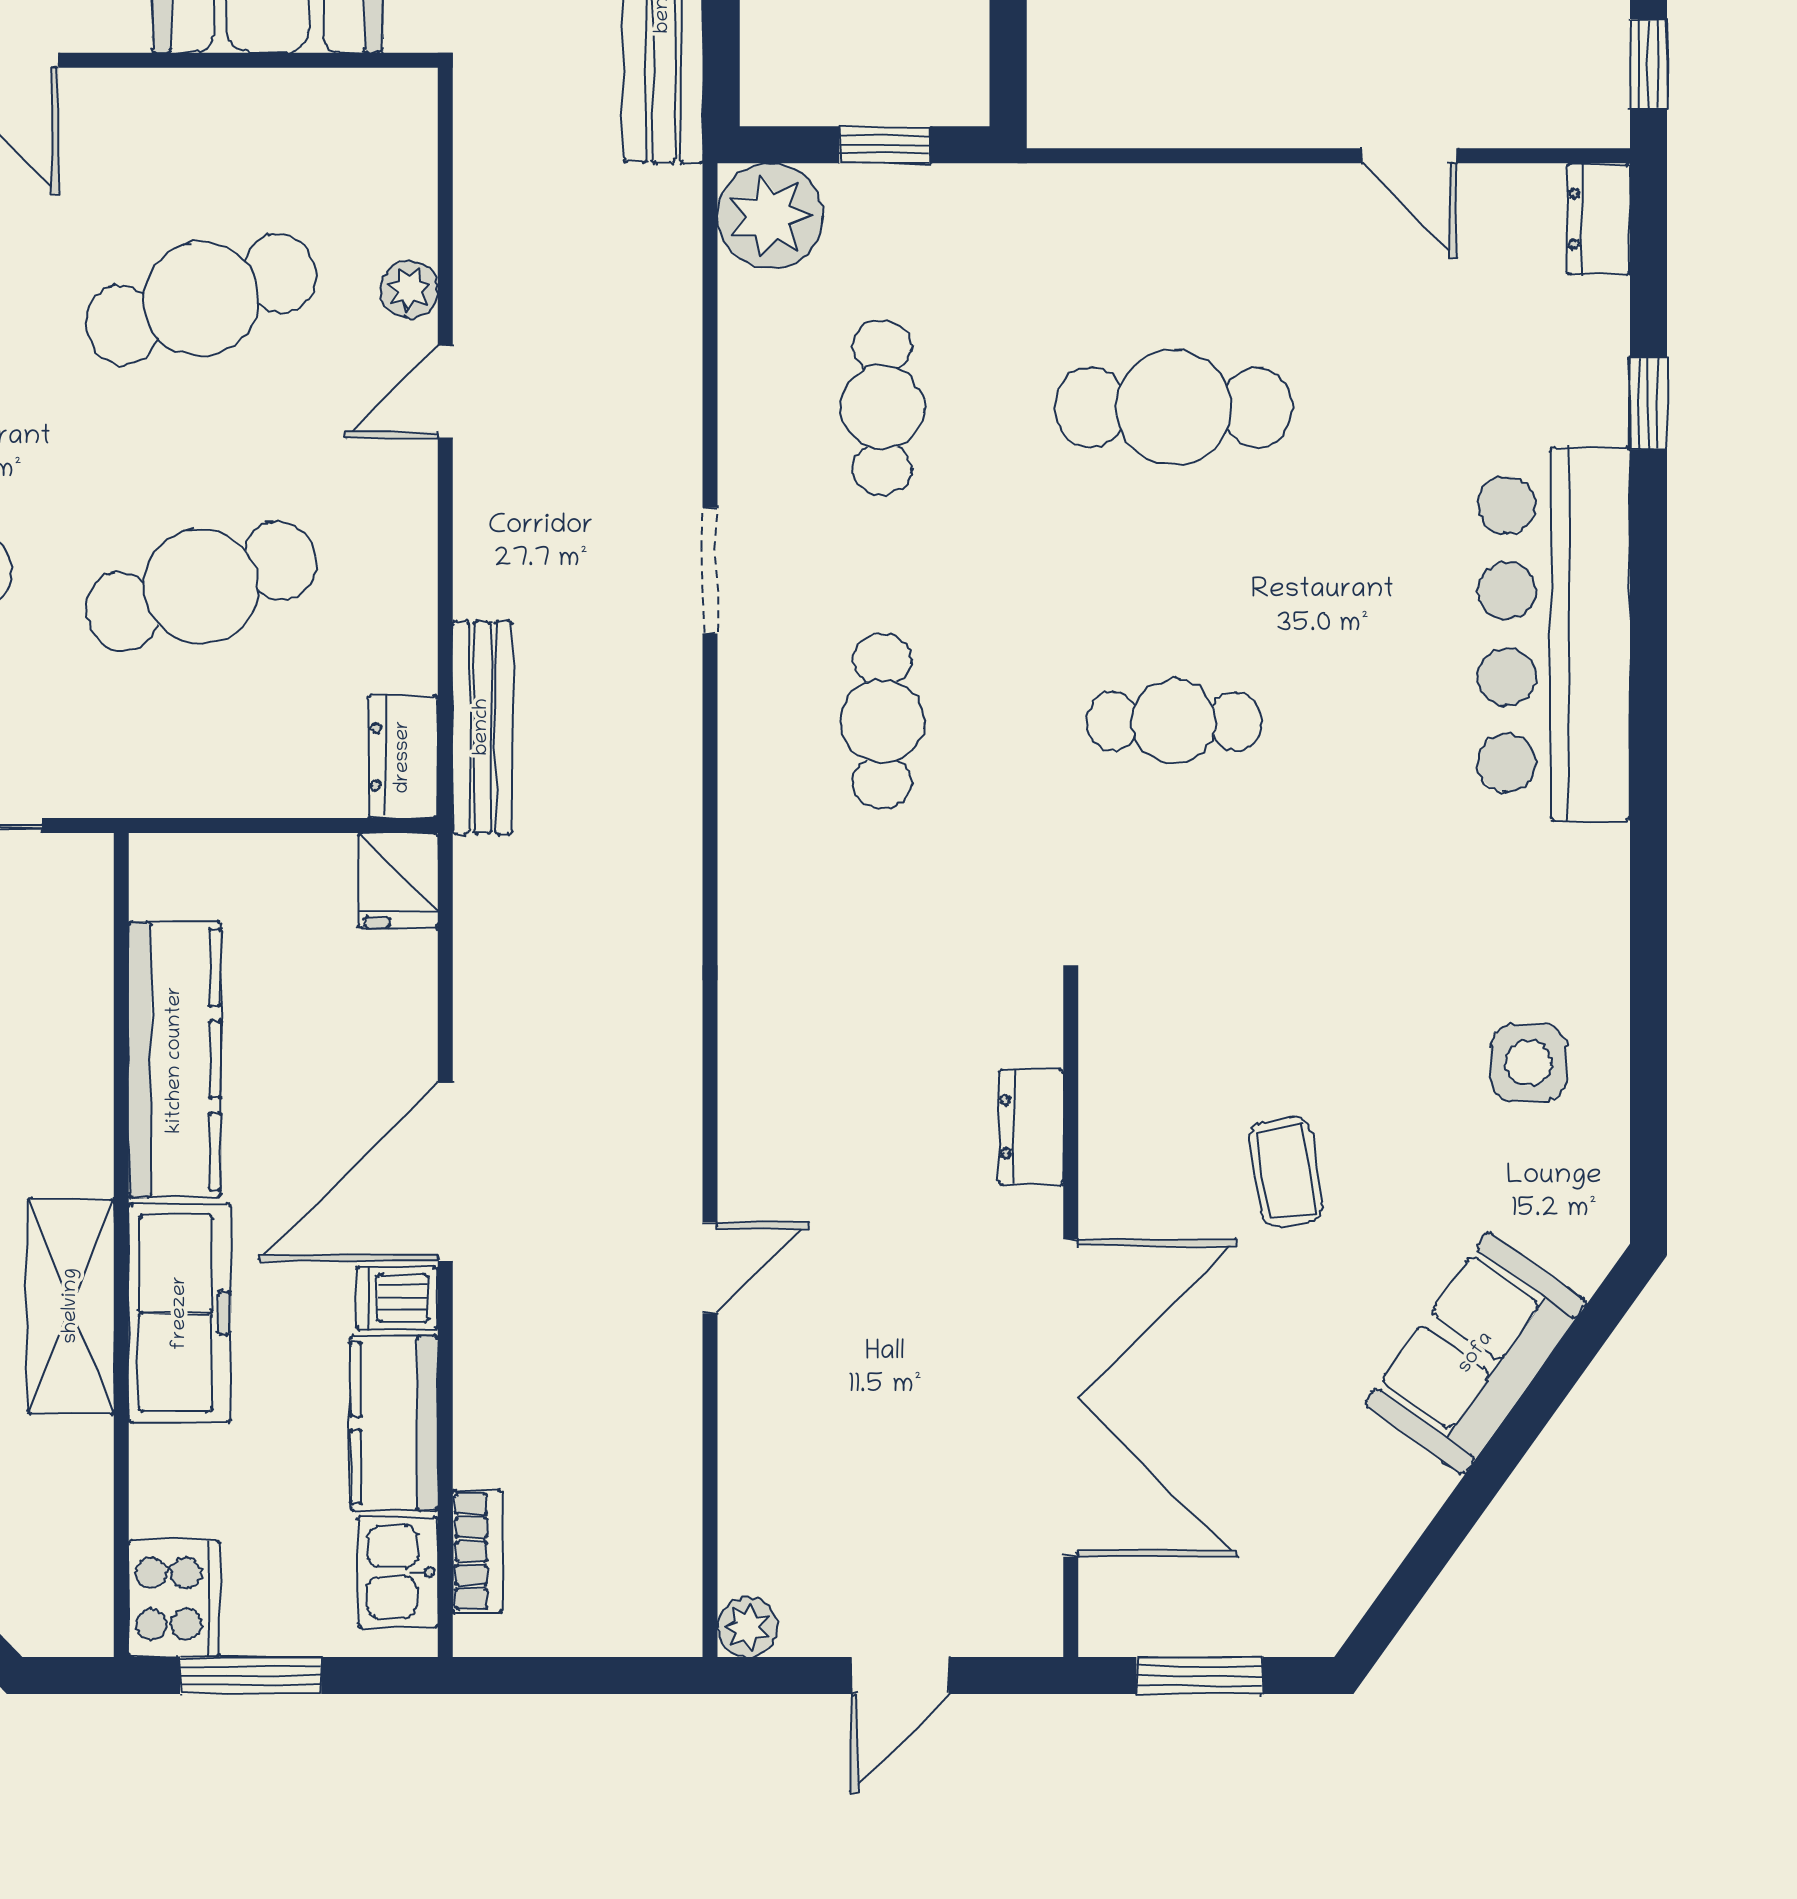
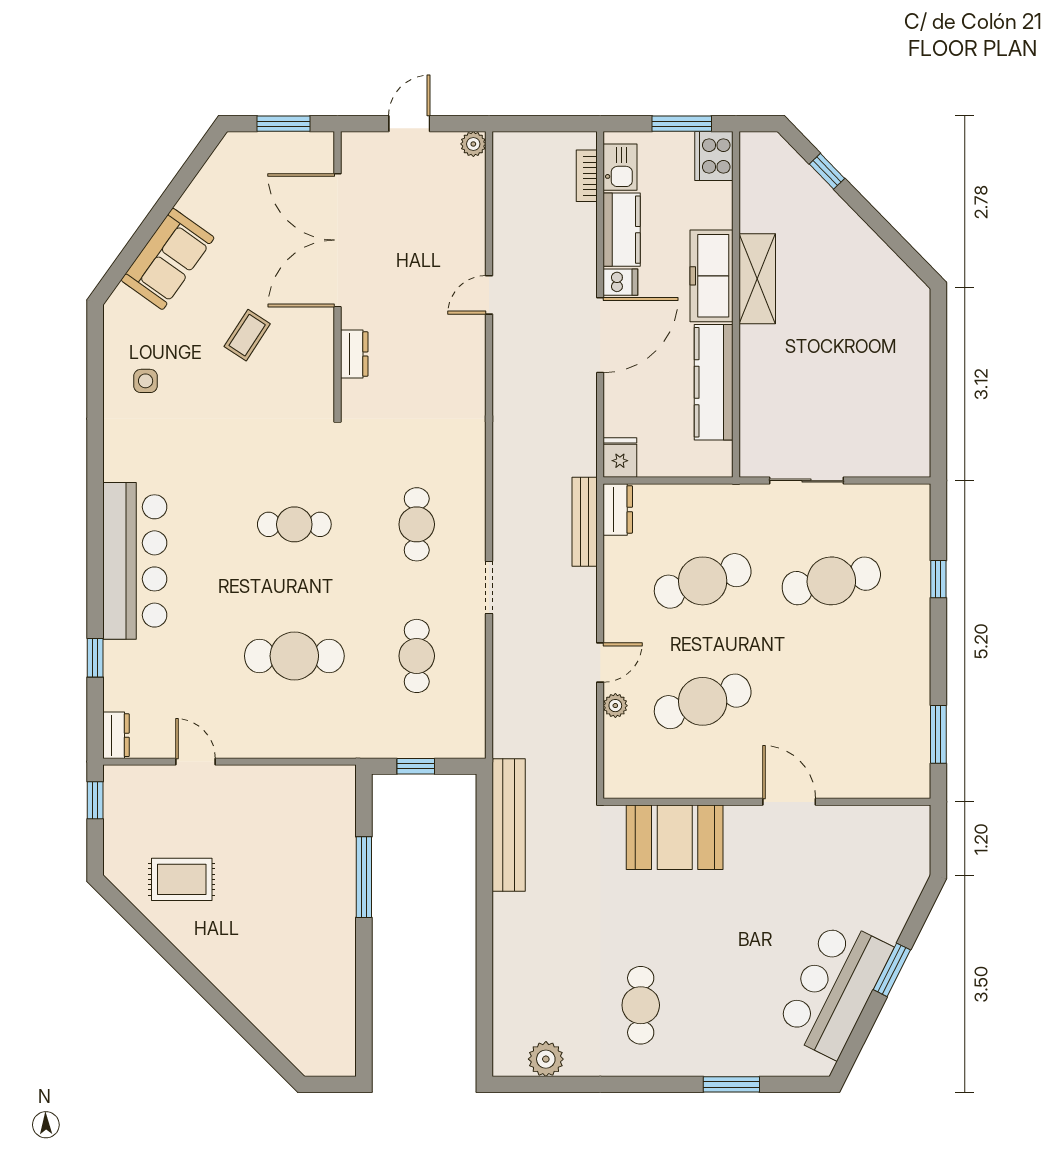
plant: (770, 216) -> (464, 736), removed
side table: (1528, 1063) -> (146, 381), width x0.73, depth x0.73
coffee table: (1286, 1172) -> (247, 335), turned 42

